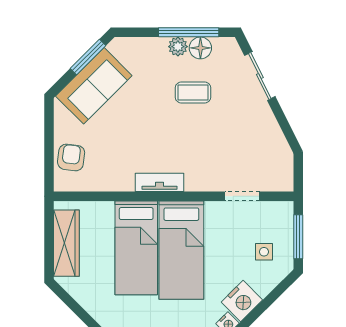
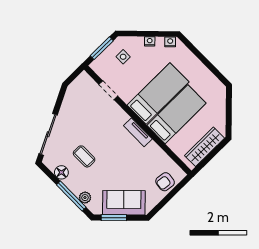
window: (189, 32) -> (71, 196), moved
plant: (178, 47) -> (85, 198), moved
sliding door: (260, 76) -> (48, 134), width x1.37
nightstand: (242, 301) -> (150, 41), width x0.53, depth x0.56

